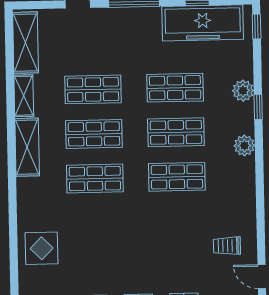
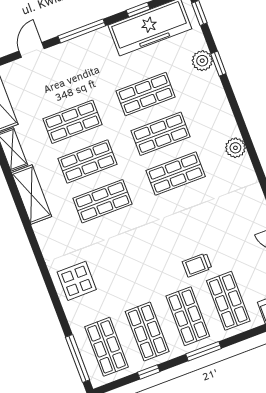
plant: (243, 91) -> (202, 61), moved
window: (258, 107) -> (218, 64), moved
plant: (244, 146) -> (235, 148), moved
trolley: (227, 246) -> (197, 265), moved

